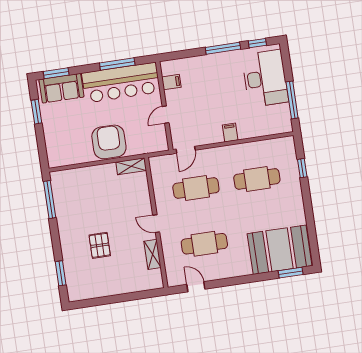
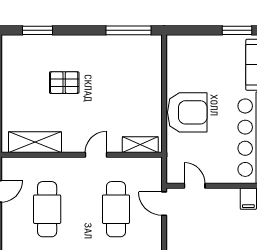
door: (166, 115) -> (195, 186), moved
shelving: (131, 166) -> (140, 145), moved, turned 90
door: (156, 224) -> (96, 155), moved
shelving: (153, 254) -> (35, 142), width x1.50, depth x1.33

